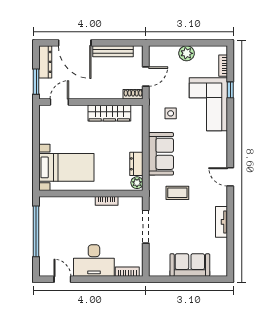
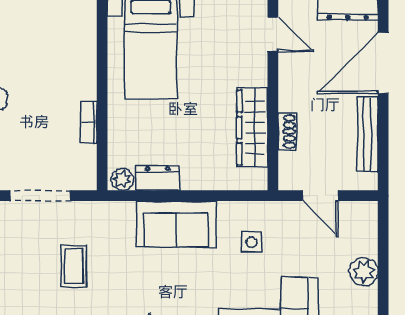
shoe rack: (133, 94) -> (287, 132), moved
coffee table: (177, 193) -> (74, 266), moved

